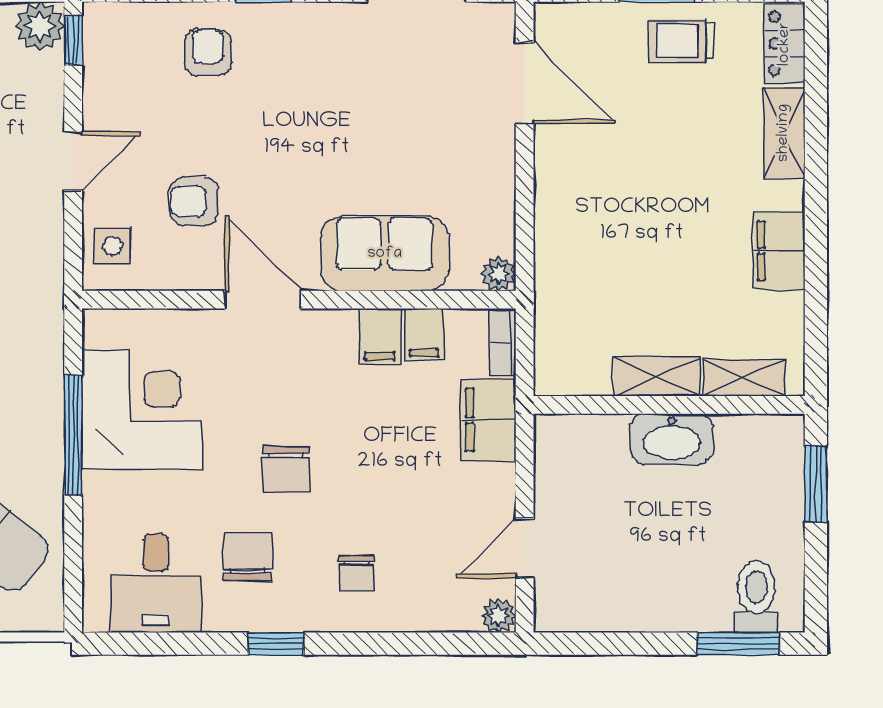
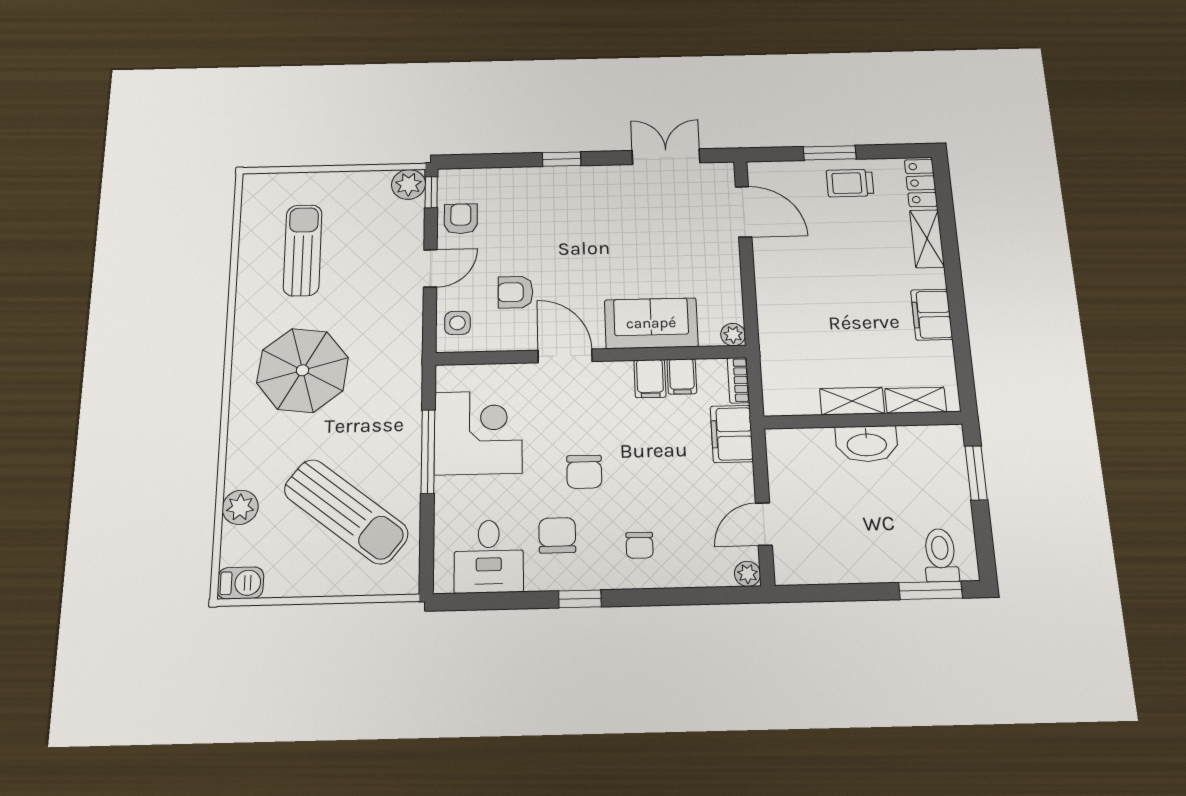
armchair: (208, 52) -> (461, 219), moved

